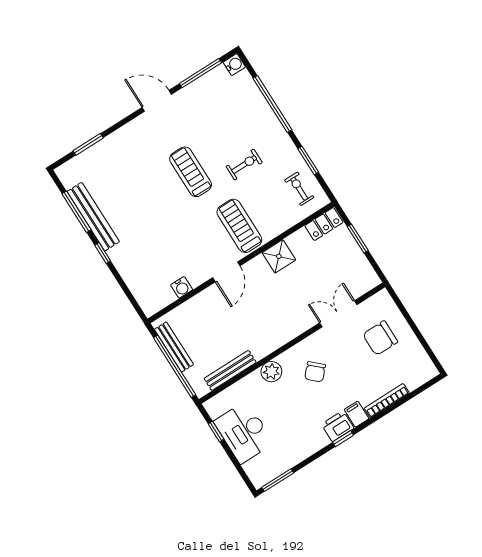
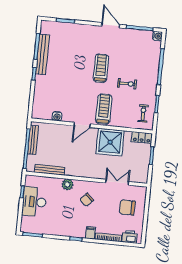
shower: (279, 256) -> (110, 142), width x1.86, depth x1.86
printer: (338, 426) -> (130, 237), moved

